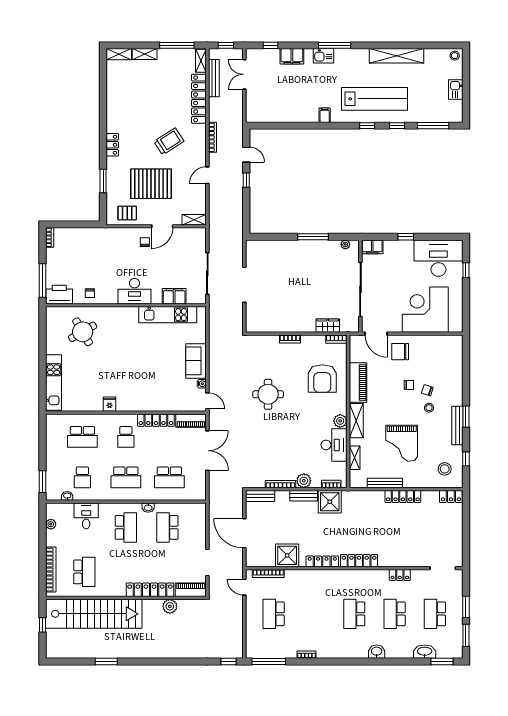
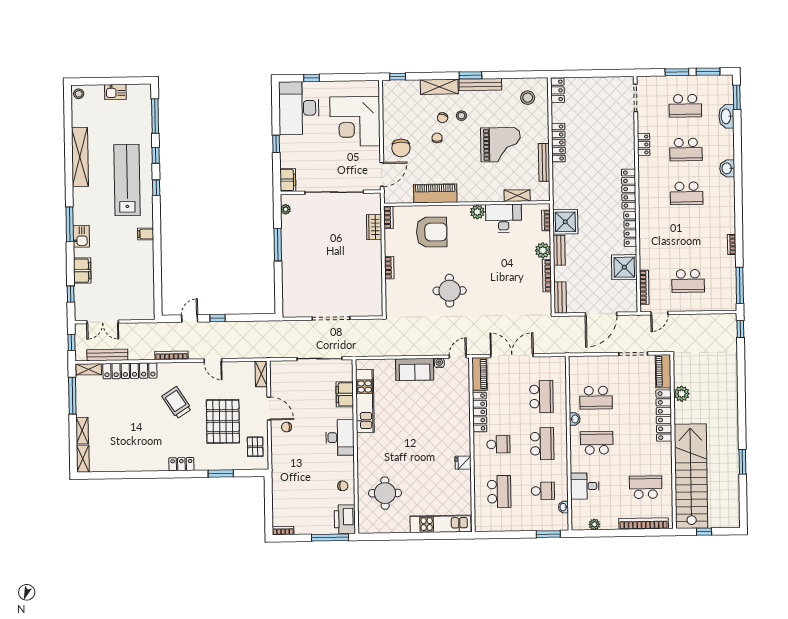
round table: (83, 332) -> (385, 493), turned 30
shelving: (356, 421) -> (439, 87), moved
window: (466, 459) -> (398, 77), moved

